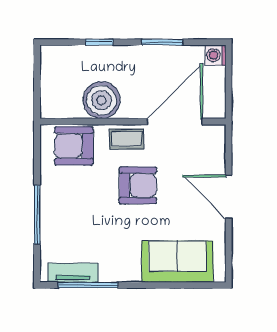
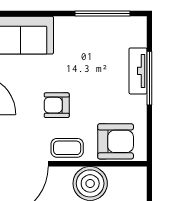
armchair: (138, 185) -> (57, 105), width x0.72, depth x0.72
tv unit: (73, 273) -> (138, 71), moved, turned 90

